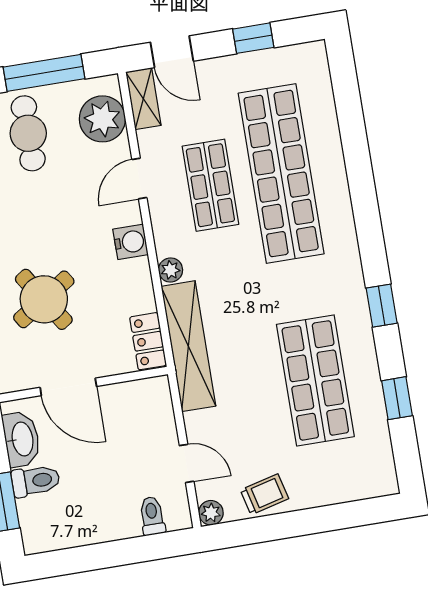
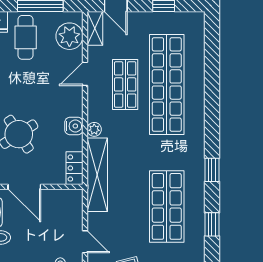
water cooler: (130, 242) -> (74, 126), moved

